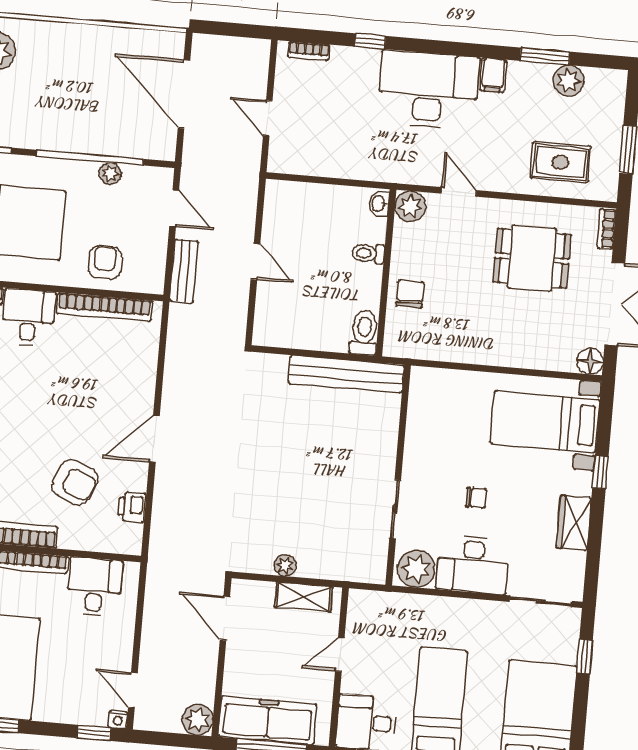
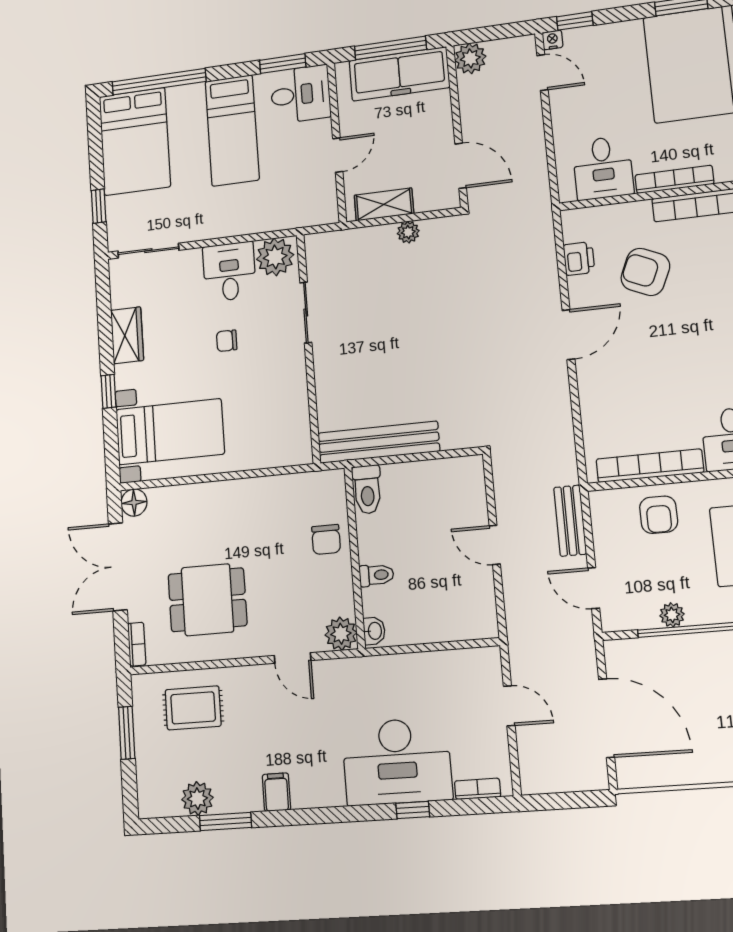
desk: (428, 90) -> (397, 761), moved
desk: (473, 565) -> (229, 272), width x0.73

